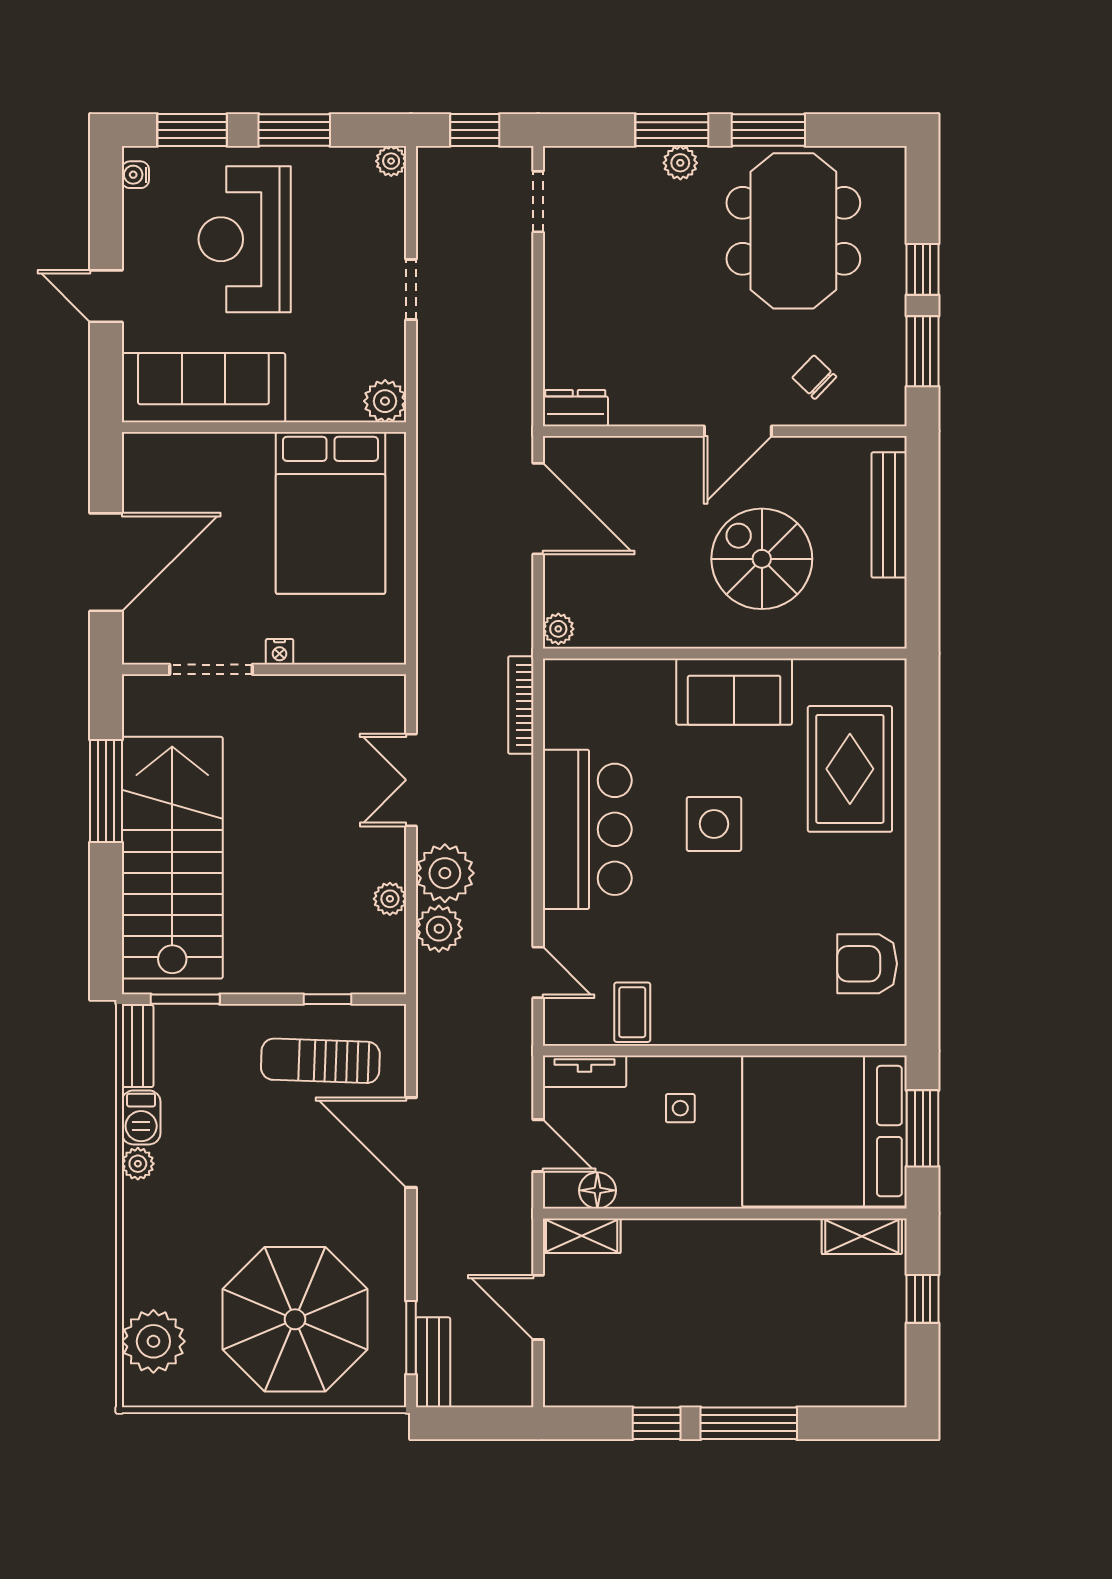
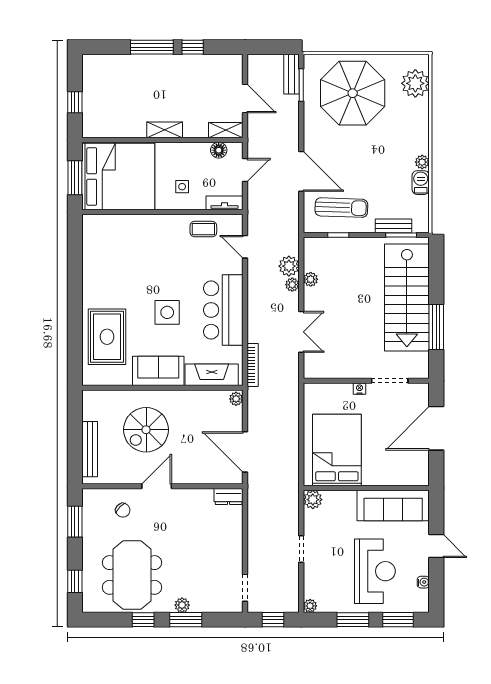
window: (768, 130) -> (143, 620), width x0.67
water cooler: (135, 175) -> (423, 582), moved
window: (923, 269) -> (75, 581), moved
spiral stairs: (762, 559) -> (146, 430), turned 90
fireplace: (613, 683) -> (212, 375), added
plant: (445, 873) -> (292, 285), width x0.53, depth x0.53
armchair: (867, 964) -> (99, 251), removed
coffee table: (632, 1012) -> (203, 229), turned 90
bench: (138, 1046) -> (394, 226), moved, turned 90
door: (538, 1146) -> (245, 170), swing flipped
shelving: (862, 1236) -> (165, 130), moved

